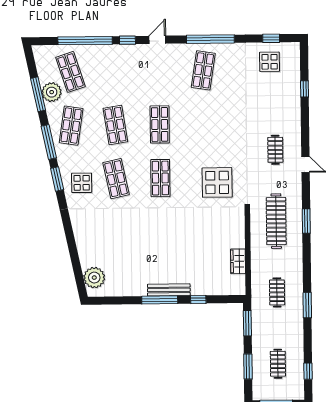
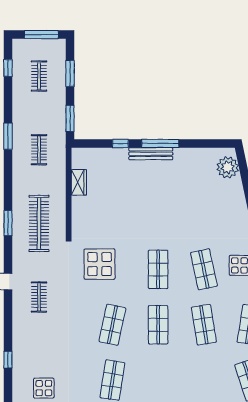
shop shelf: (204, 124) -> (112, 325), added

